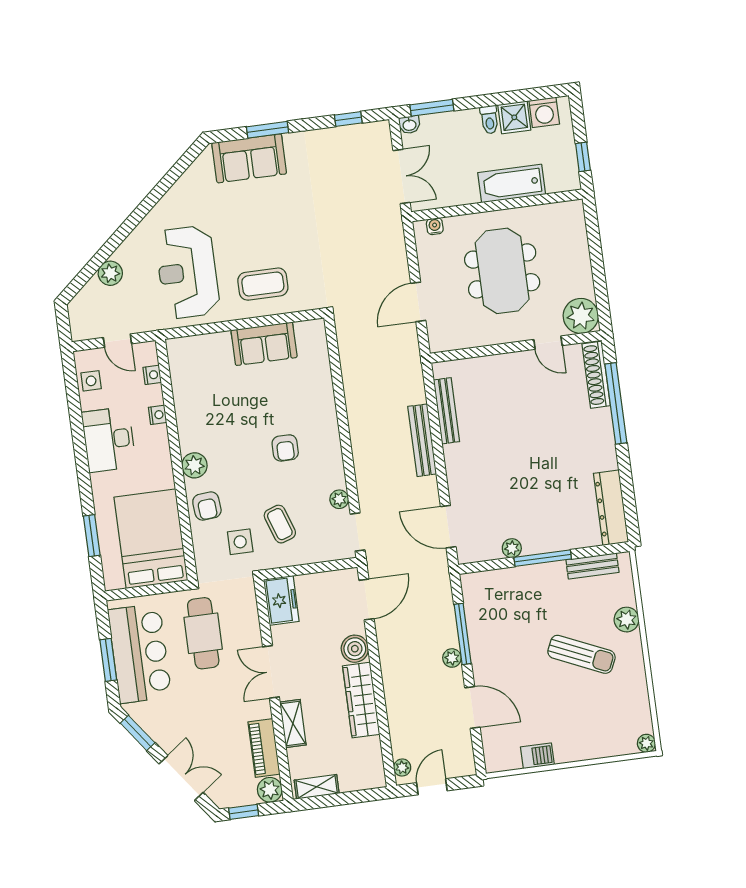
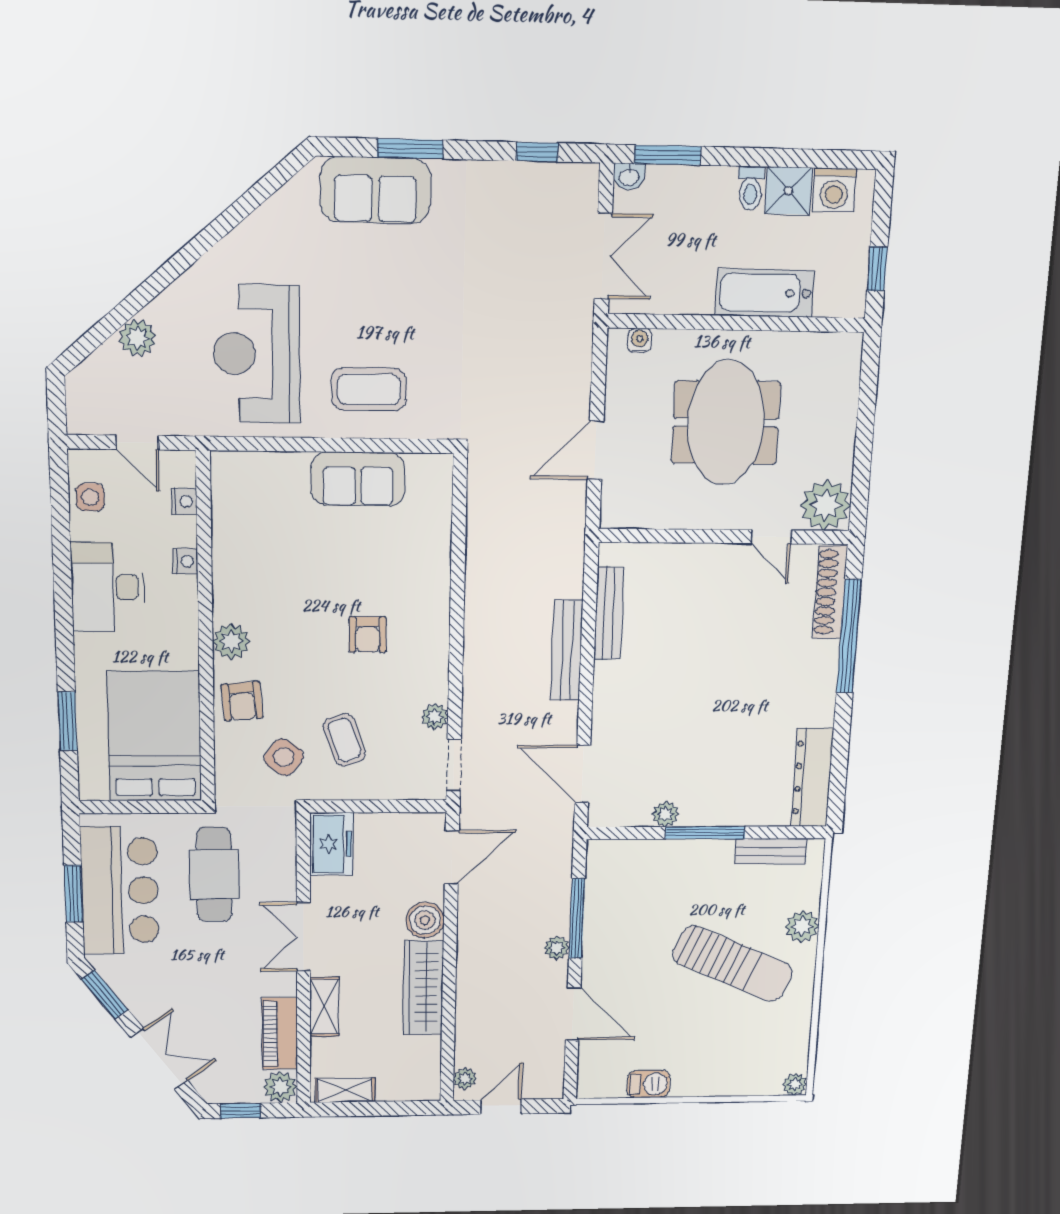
side table: (240, 542) -> (284, 757), turned 37
sun lounger: (581, 654) -> (733, 964), width x1.36, depth x1.34

